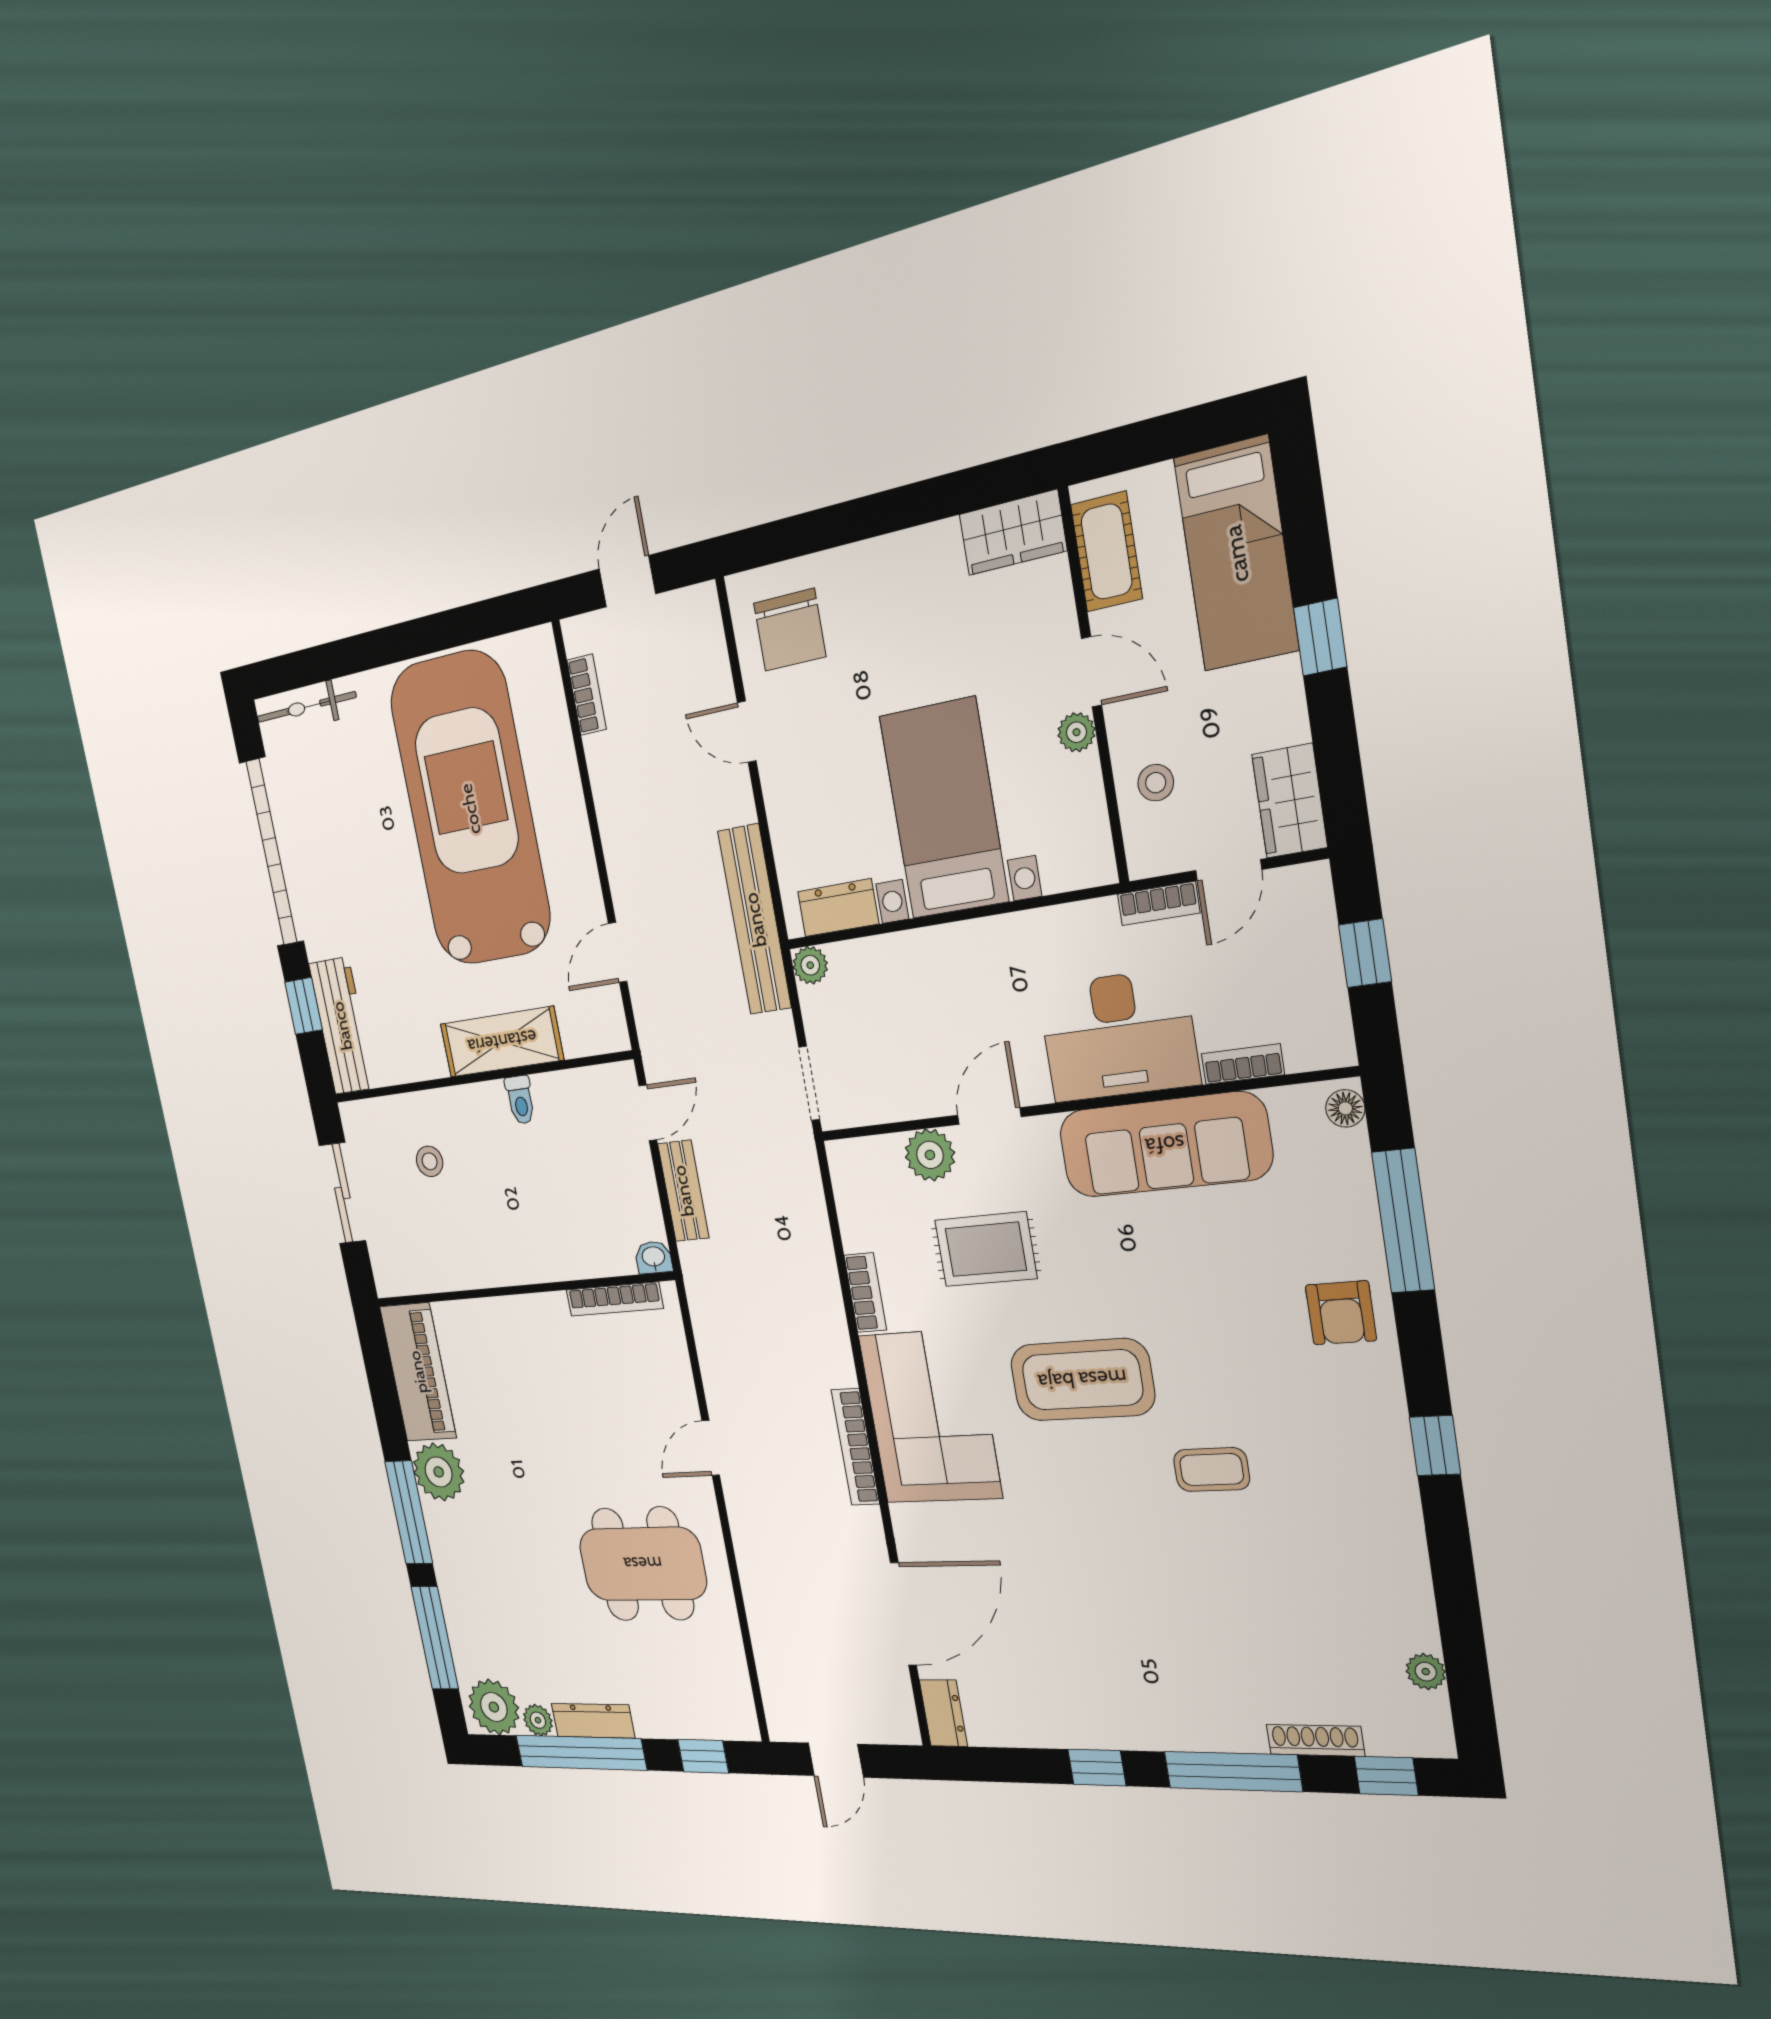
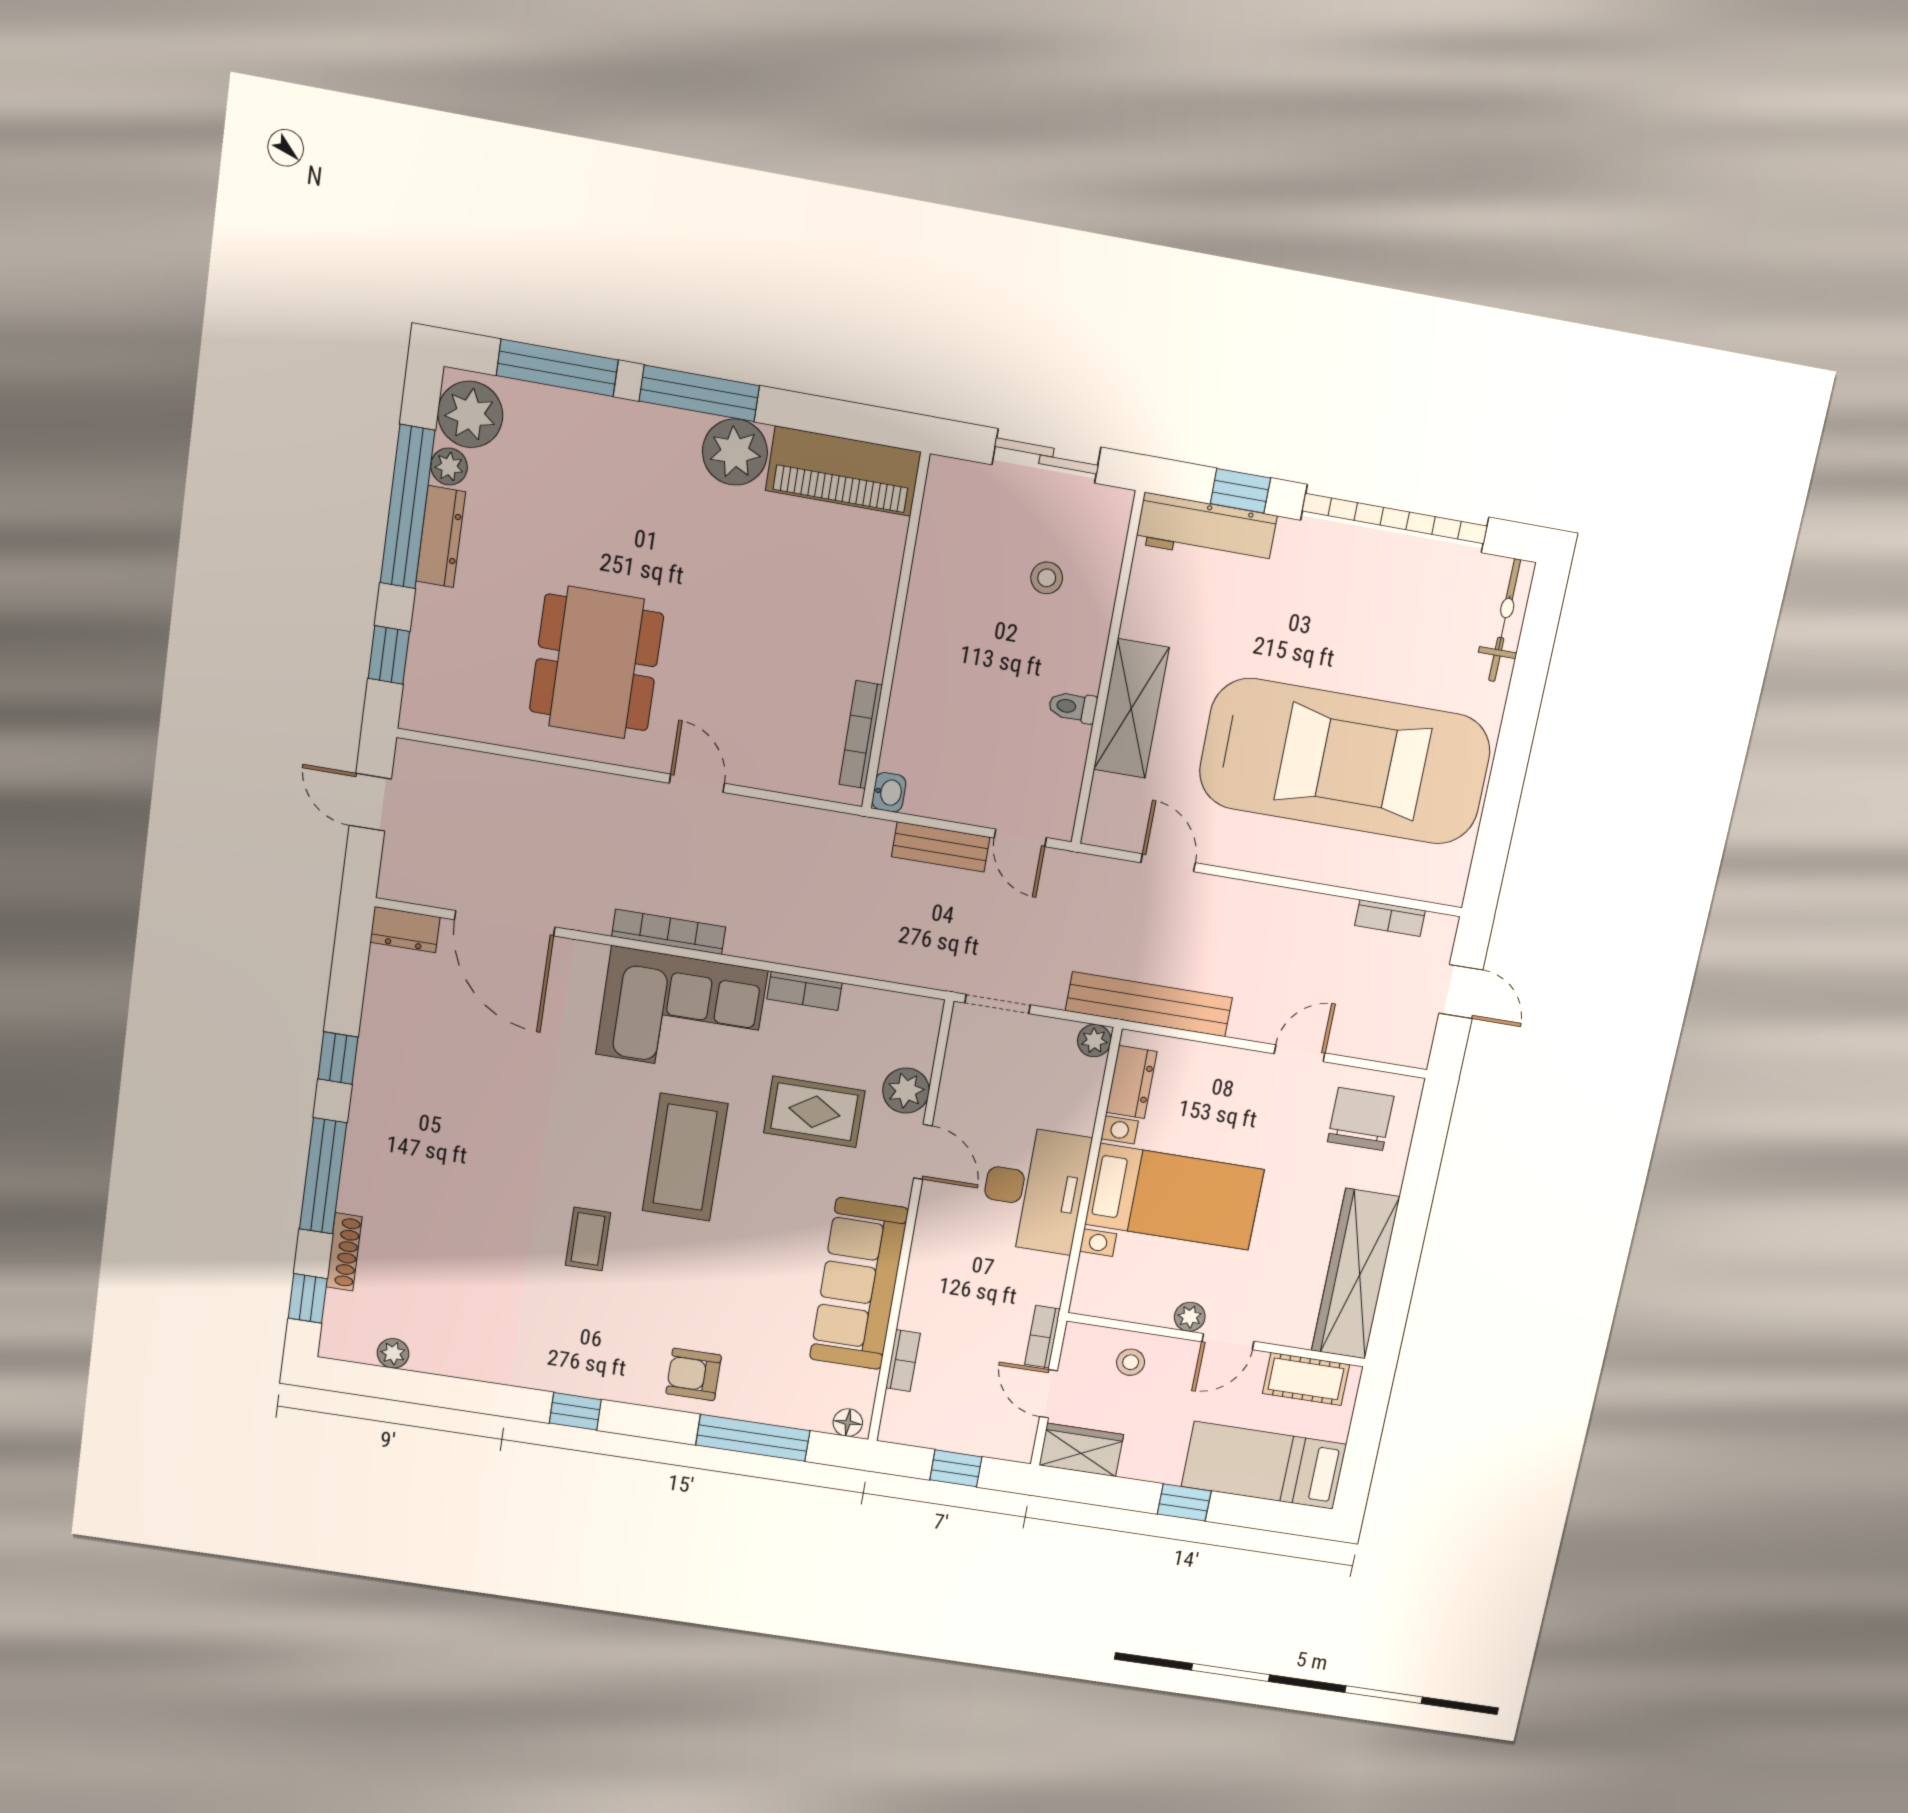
wardrobe: (1013, 533) -> (1355, 1274), width x2.10, depth x1.17
chair: (790, 630) -> (1361, 1119), turned 90
desk: (1118, 1035) -> (1034, 1189), moved, turned 180
rug: (986, 1249) -> (814, 1112), turned 90

